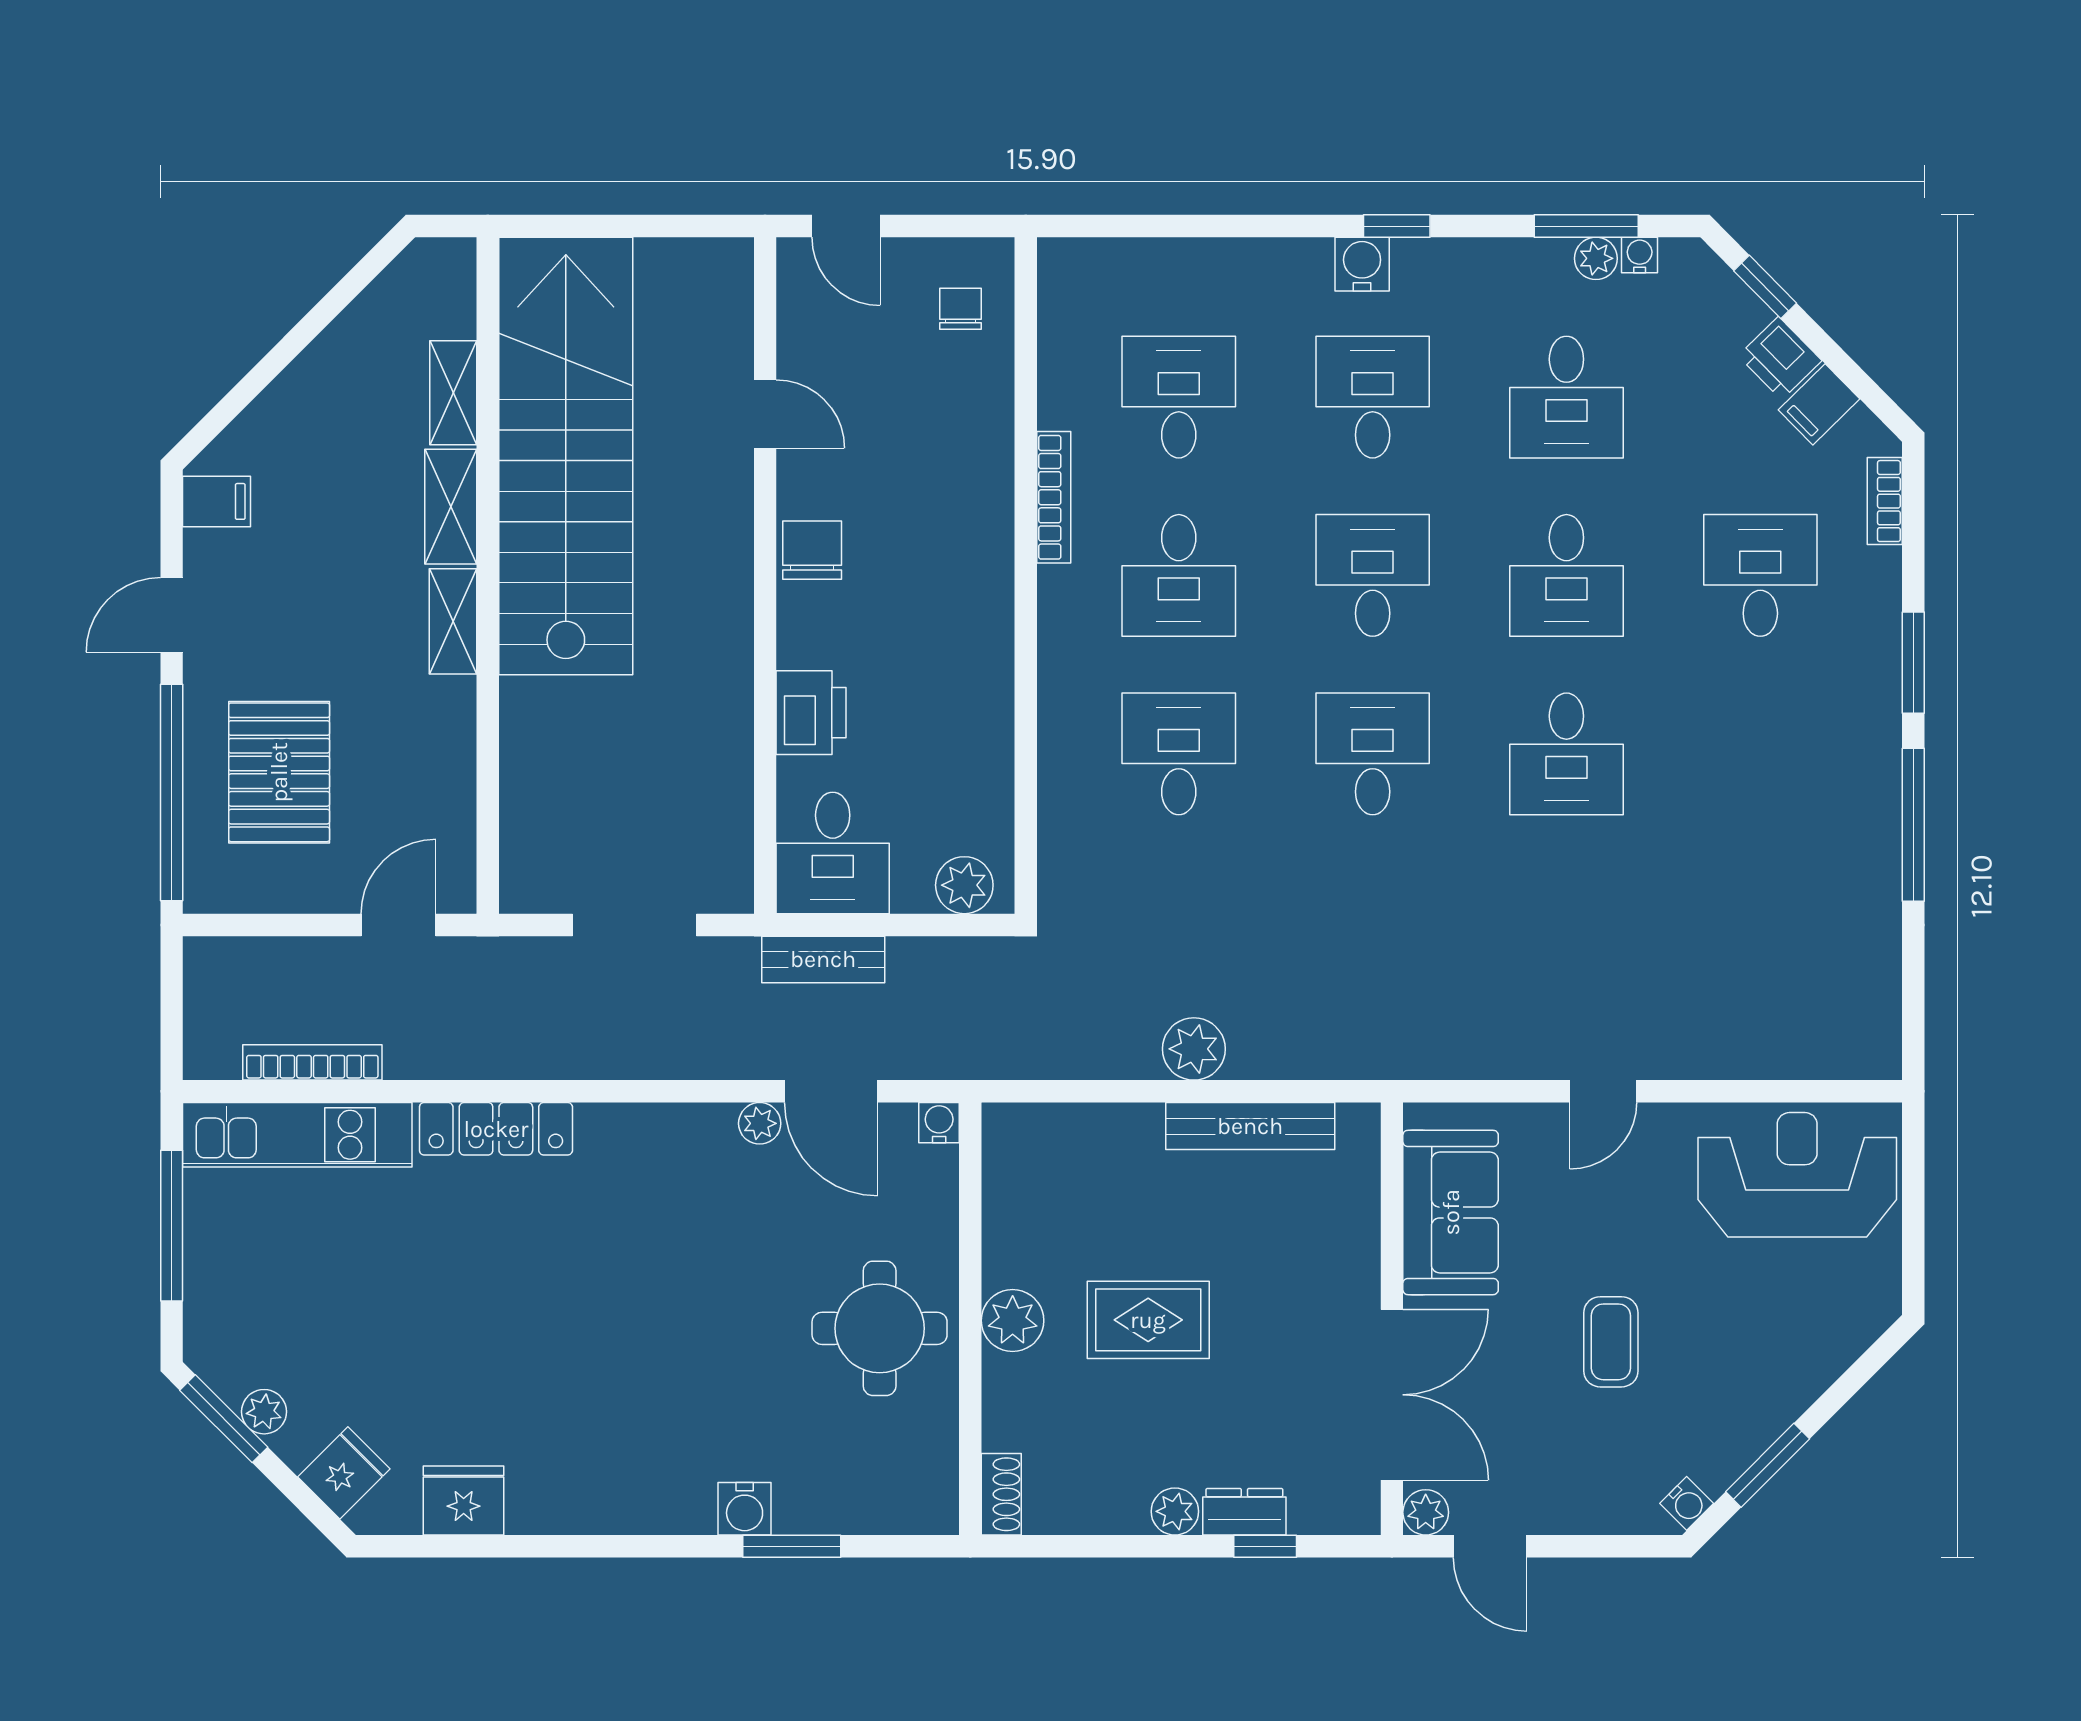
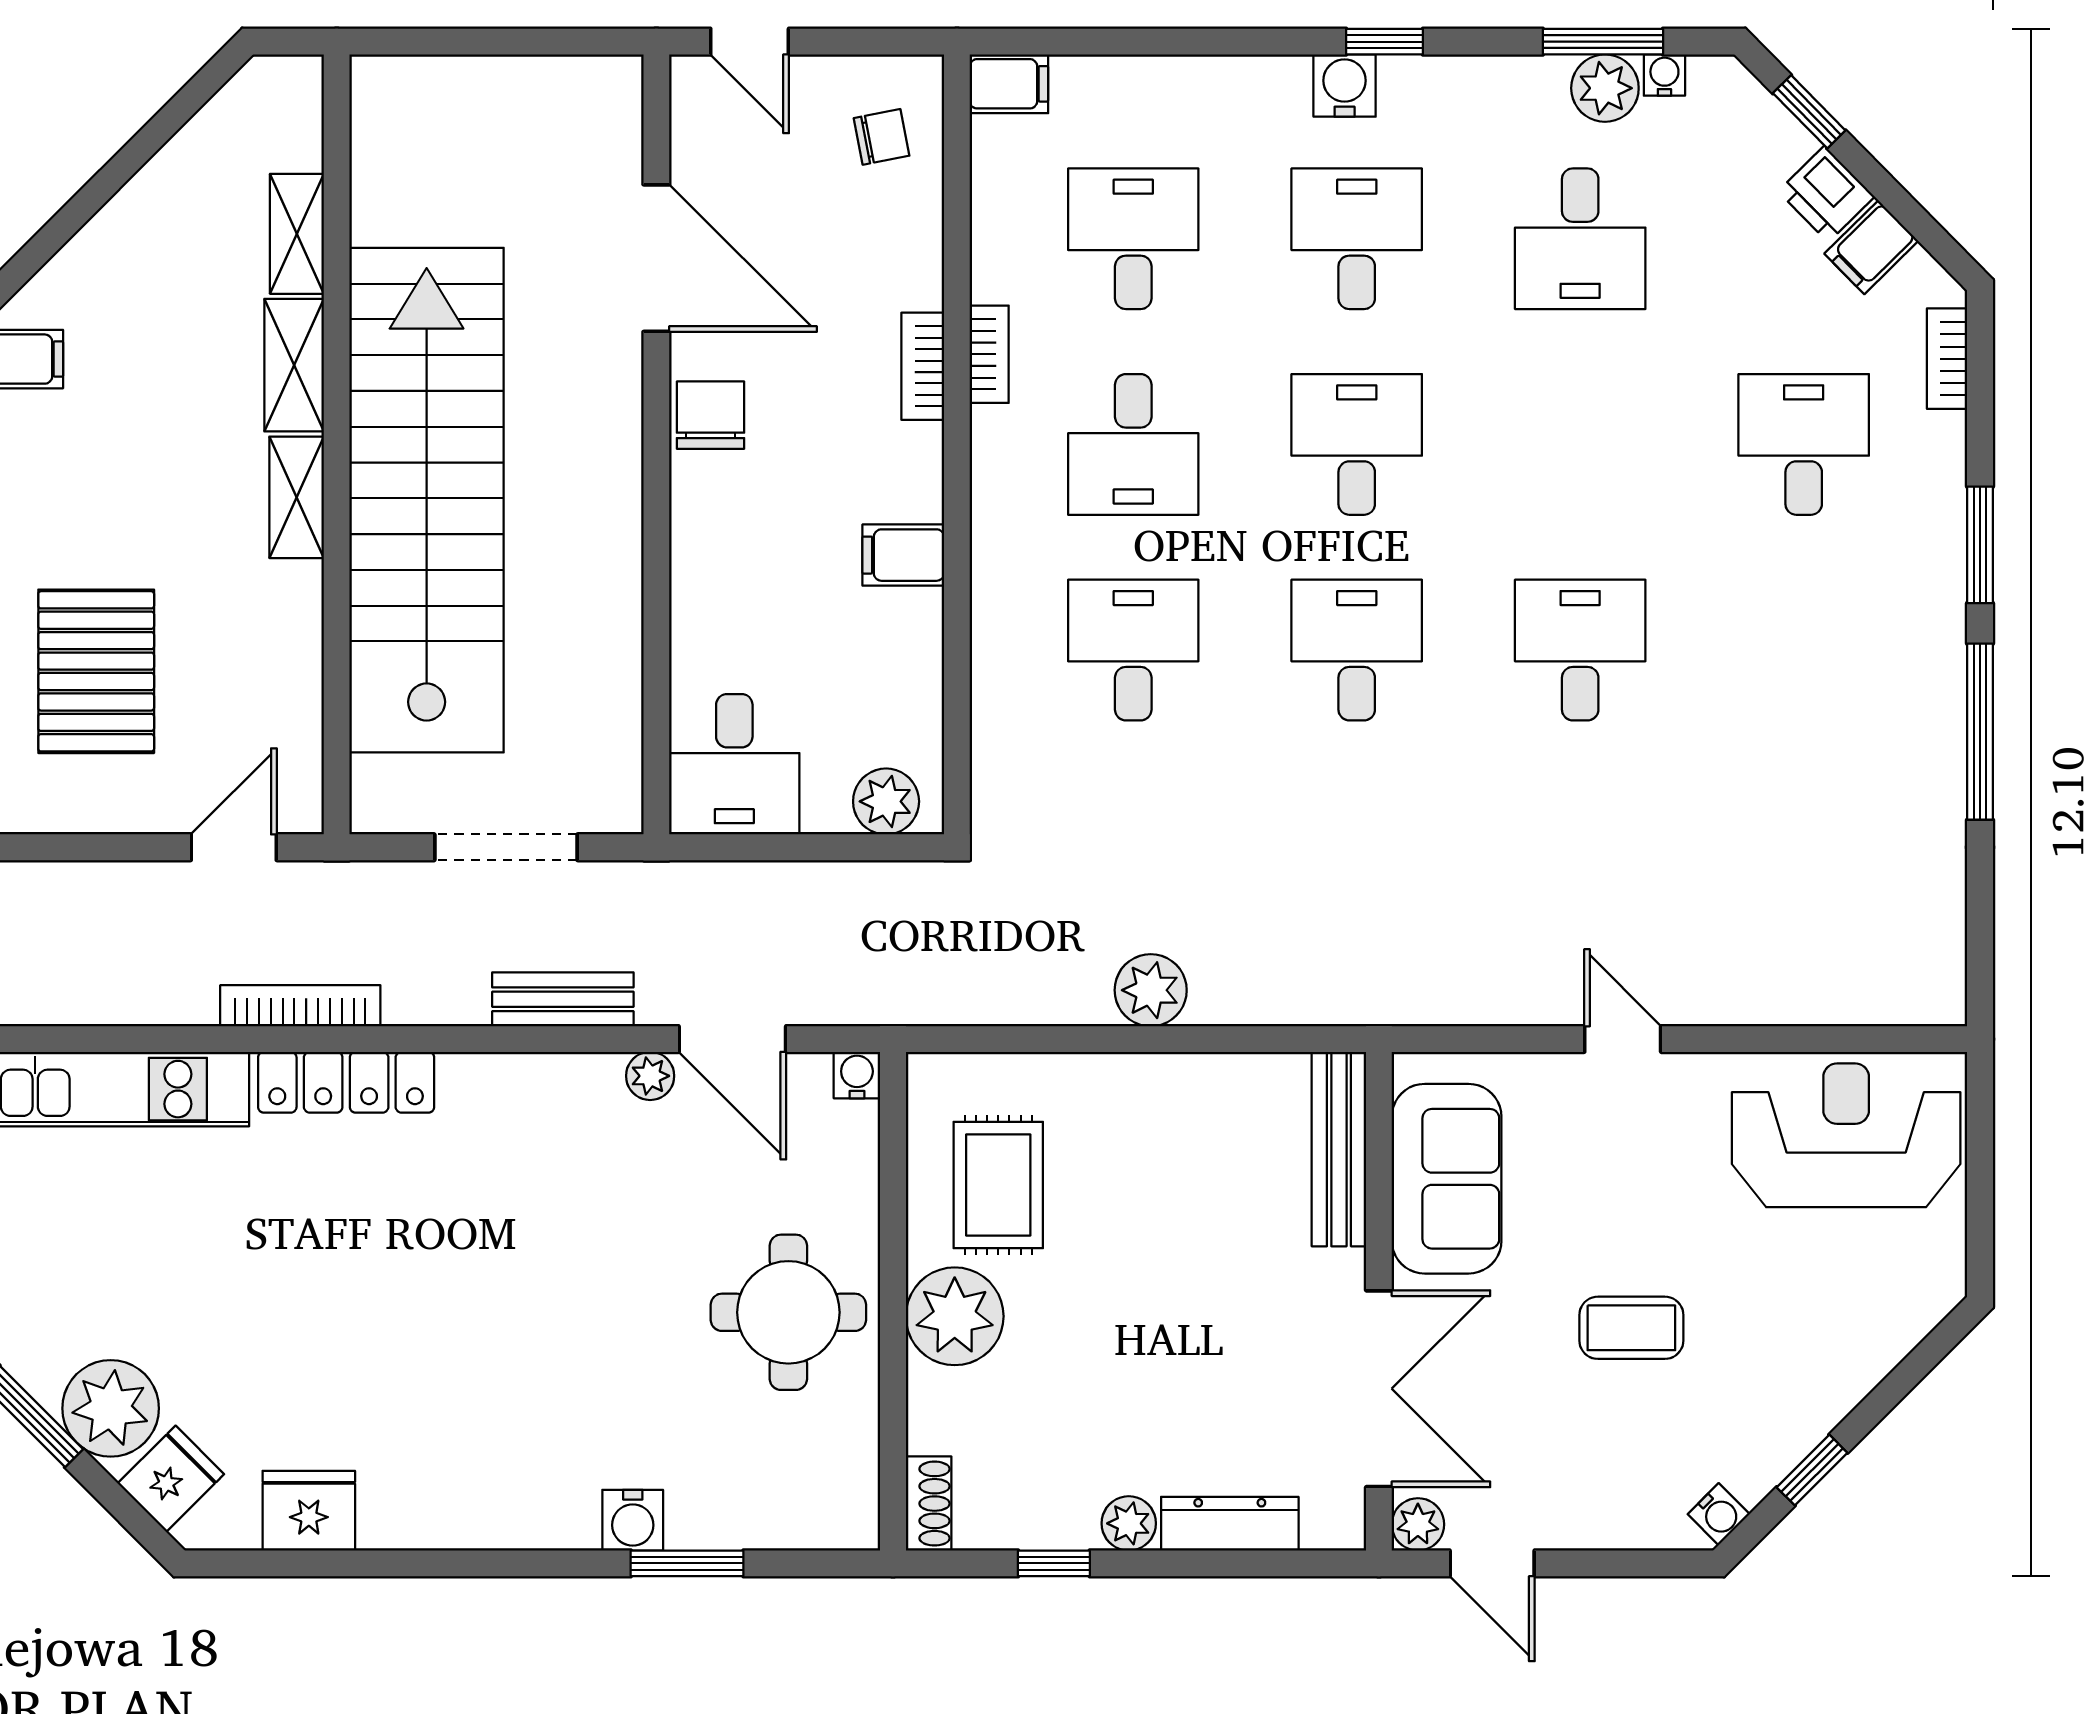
plant: (1596, 258) -> (1605, 88), width x1.38, depth x1.38
filing cabinet: (1071, 263) -> (1009, 84), added
chair: (960, 309) -> (882, 137), turned 79
door: (765, 414) -> (656, 258), width x1.88
stairs: (566, 456) -> (427, 500), moved
bookcase: (1054, 497) -> (989, 354), width x0.64
bookcase: (996, 508) -> (923, 366), added
desk: (1566, 575) -> (1580, 444), removed
filing cabinet: (979, 671) -> (903, 555), added
printer: (811, 713) -> (709, 603), removed
desk: (1566, 754) -> (1580, 650), turned 180
bench: (823, 959) -> (563, 999), moved
bookcase: (312, 1062) -> (300, 1006), moved
door: (1603, 1091) -> (1623, 1039), swing flipped
bench: (1250, 1126) -> (1339, 1149), moved, turned 90
rug: (1148, 1320) -> (998, 1185), moved, turned 90
plant: (1013, 1321) -> (955, 1316), width x1.36, depth x1.36
coffee table: (1611, 1342) -> (1631, 1328), turned 90
plant: (264, 1412) -> (111, 1408), width x1.88, depth x1.88
window: (1768, 1465) -> (1812, 1470), width x0.67
dresser: (1244, 1512) -> (1230, 1524), width x1.44
window: (1265, 1546) -> (1054, 1563), moved

